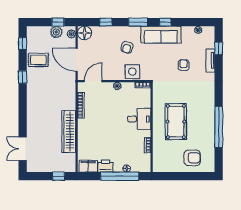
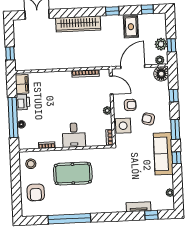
armchair: (184, 65) -> (130, 105), moved
wardrobe: (69, 132) -> (78, 24), moved, turned 180
stool: (165, 161) -> (31, 164), added

